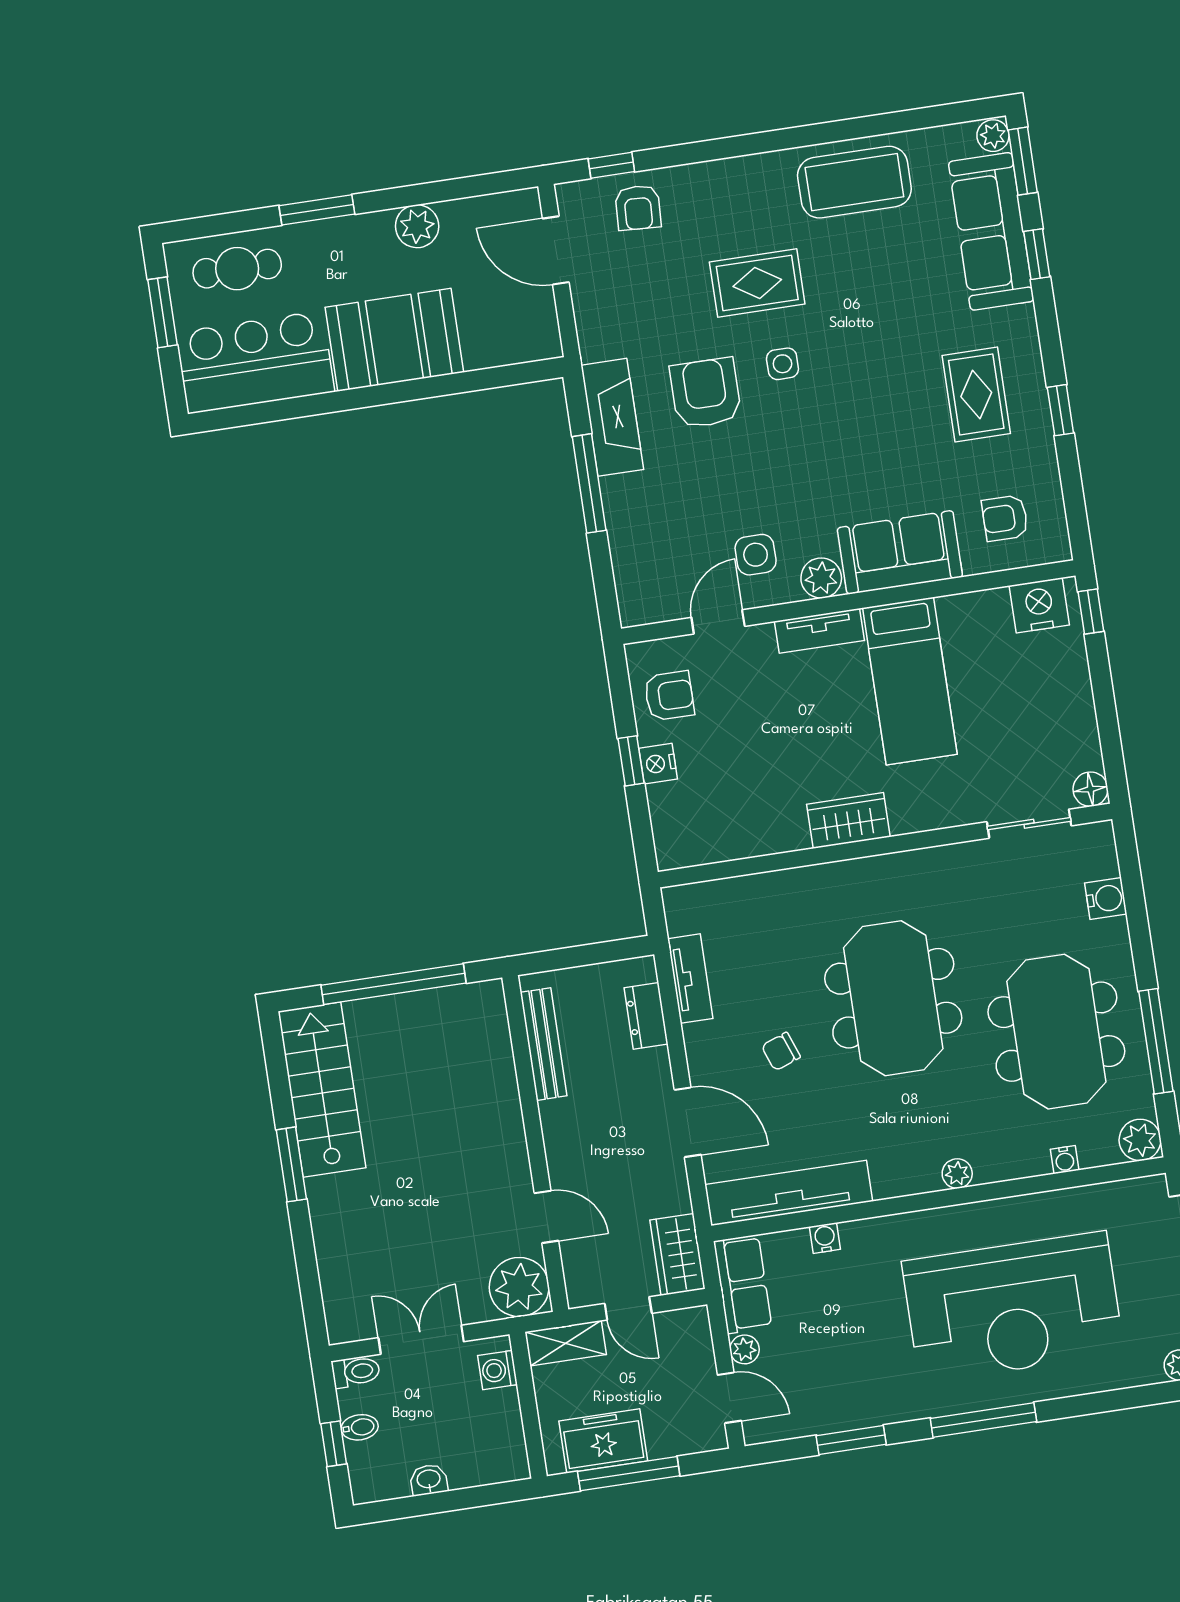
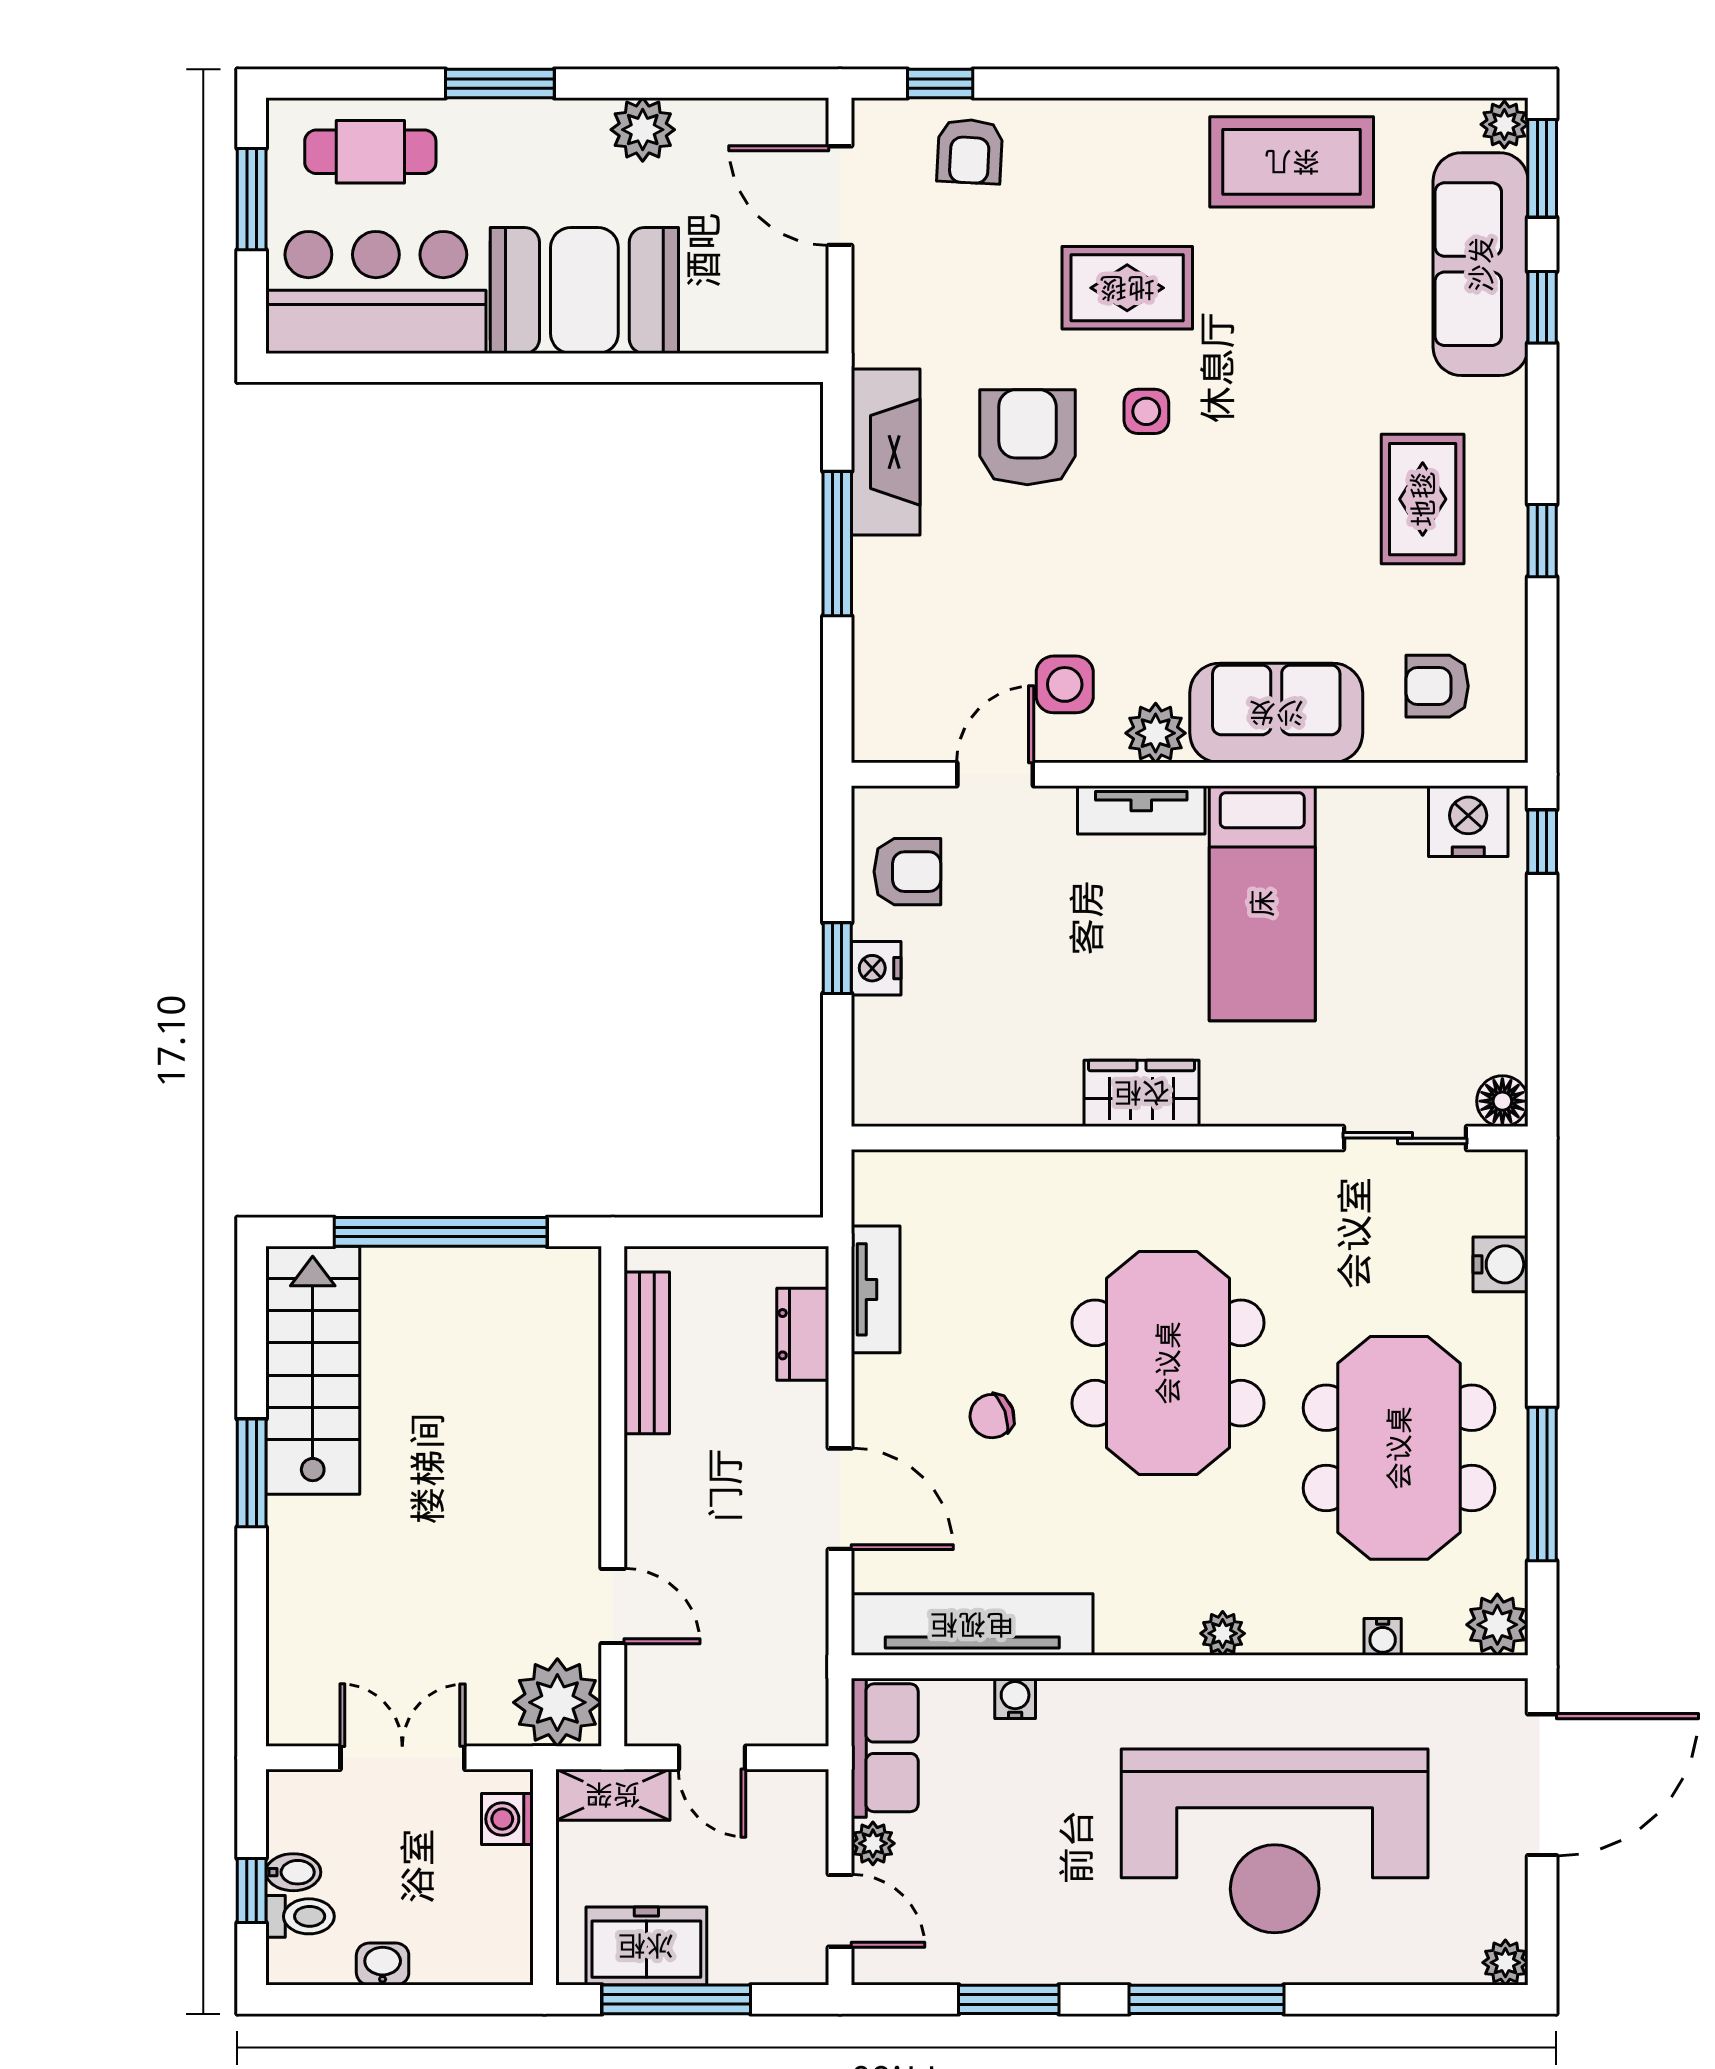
wardrobe: (677, 1254) -> (796, 1690), removed
toilet: (356, 1372) -> (300, 1916), moved

